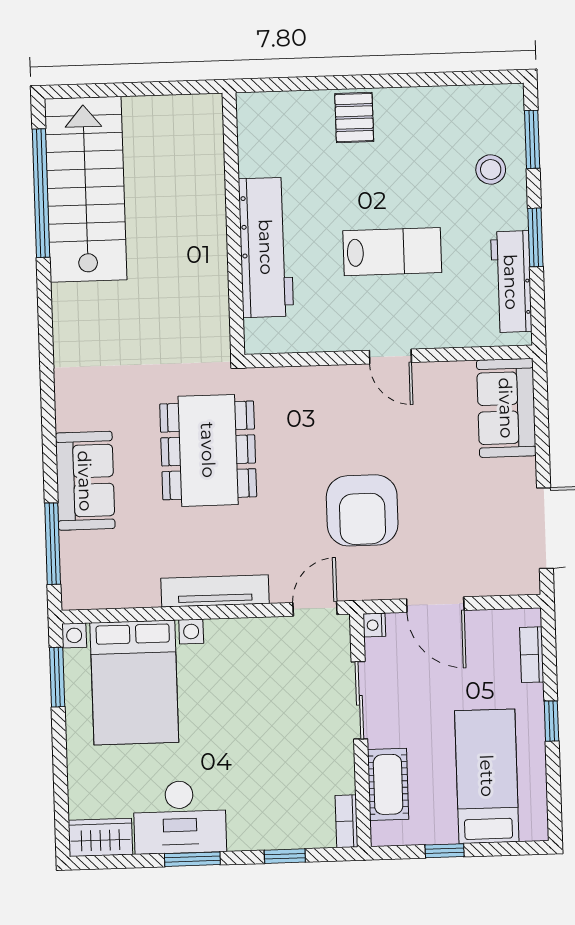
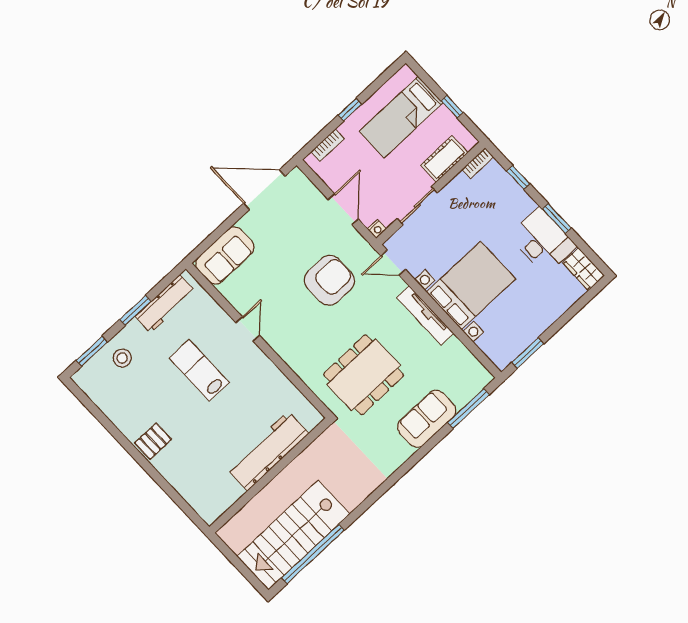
wall: (233, 224) -> (270, 475), moved
workbench: (266, 247) -> (268, 451), moved
bed with nightstands: (134, 682) -> (471, 285), moved

